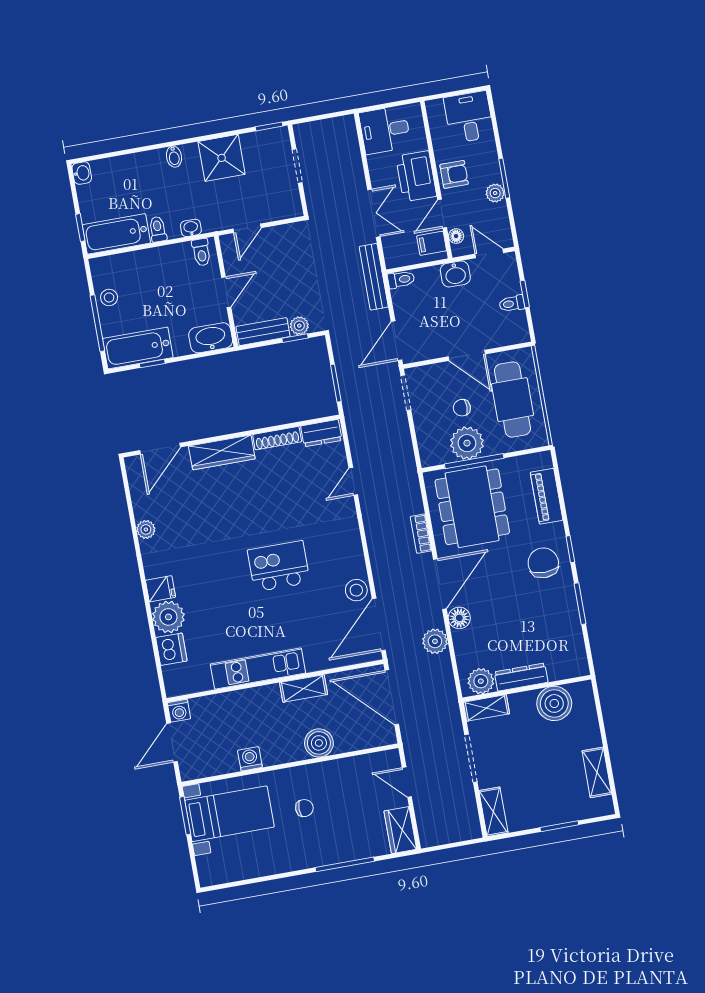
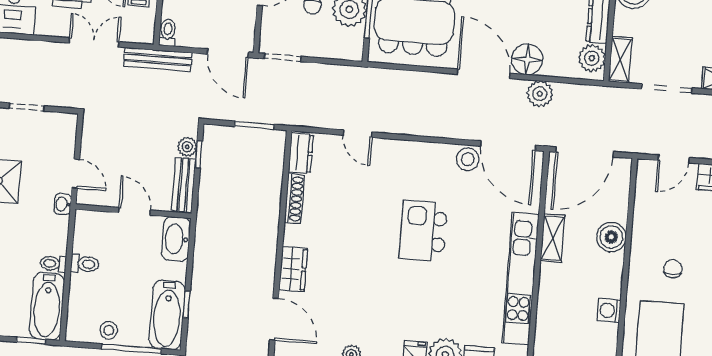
washbasin: (191, 228) -> (63, 204), moved
toilet: (201, 252) -> (85, 264), moved
wardrobe: (222, 452) -> (293, 269), width x0.67
bookcase: (421, 534) -> (428, 79), removed
floor lamp: (459, 618) -> (527, 59), width x1.38, depth x1.38
kitchen unit: (258, 669) -> (521, 279), width x1.36

